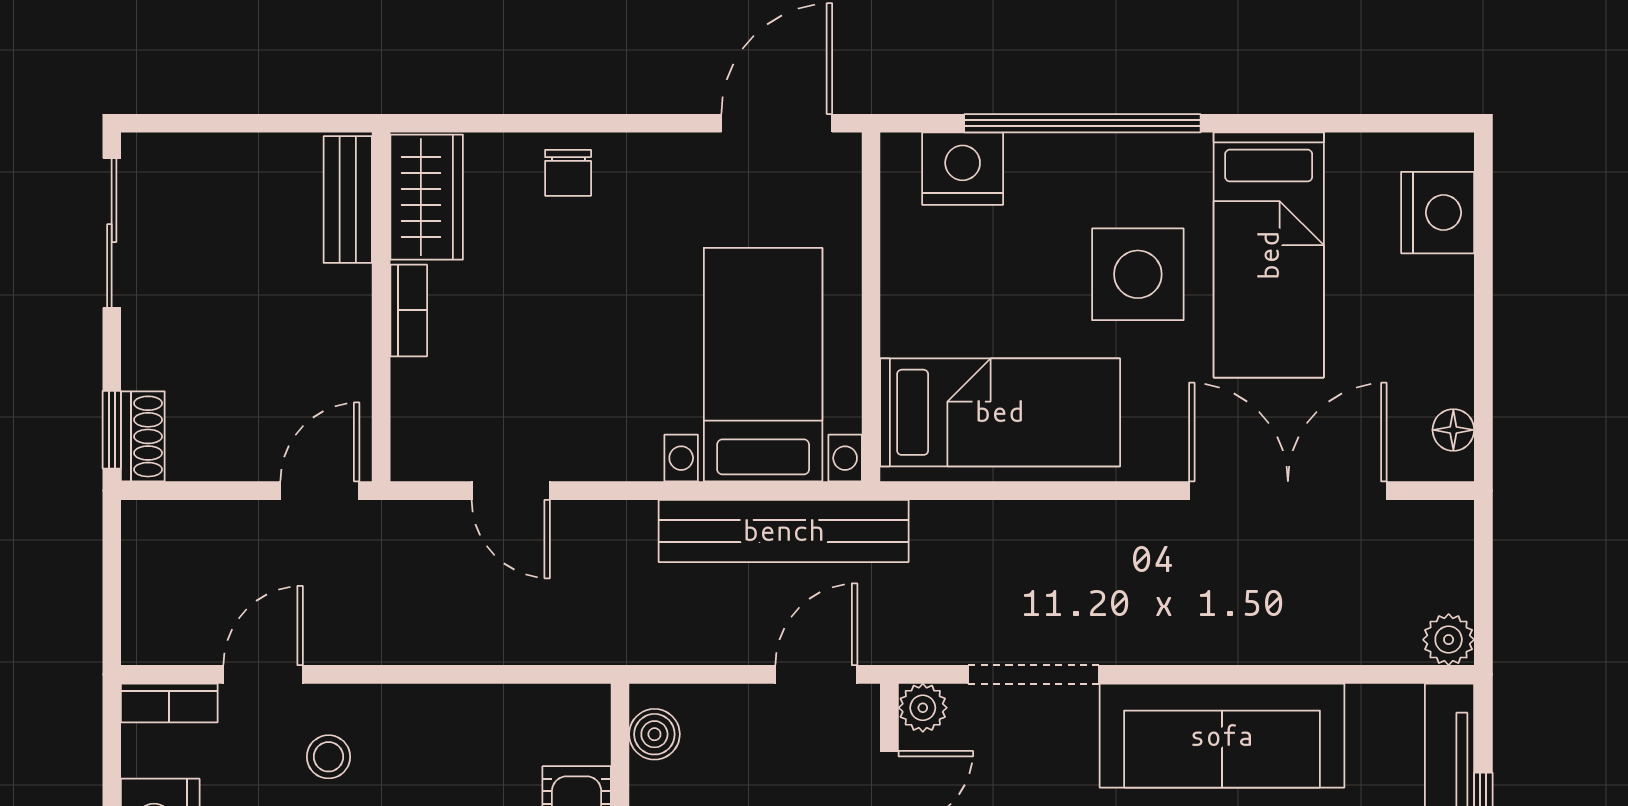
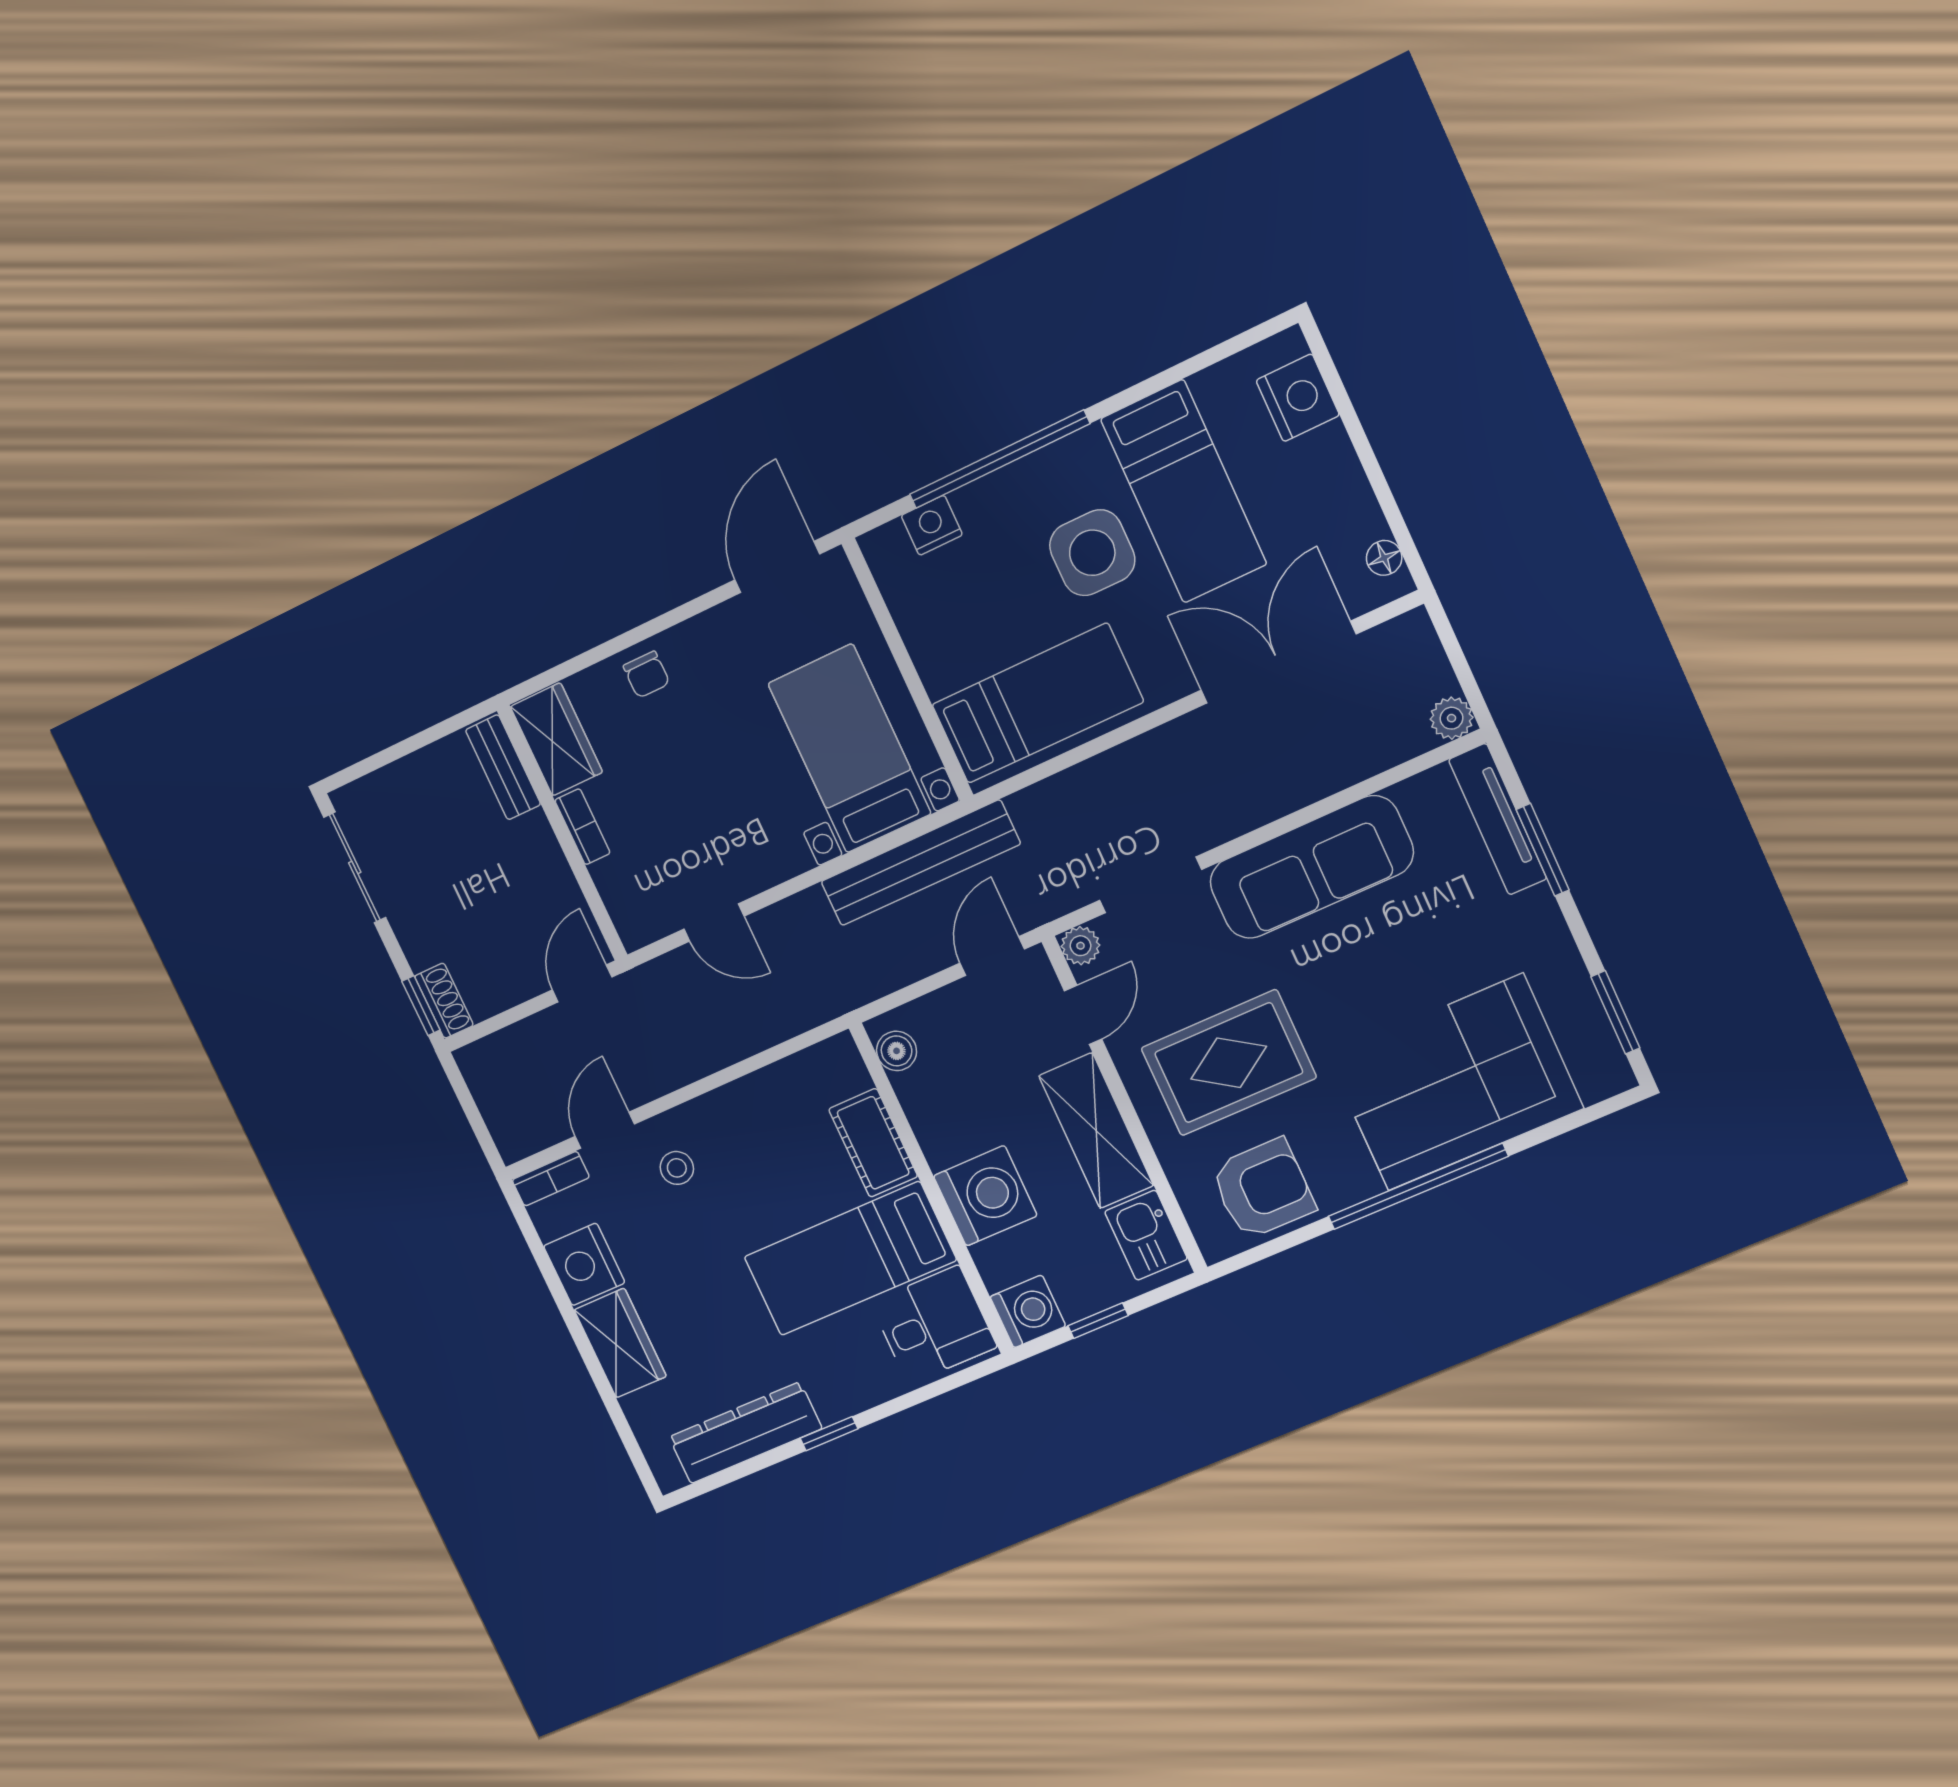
nightstand: (963, 169) -> (932, 525), width x0.74, depth x0.75

